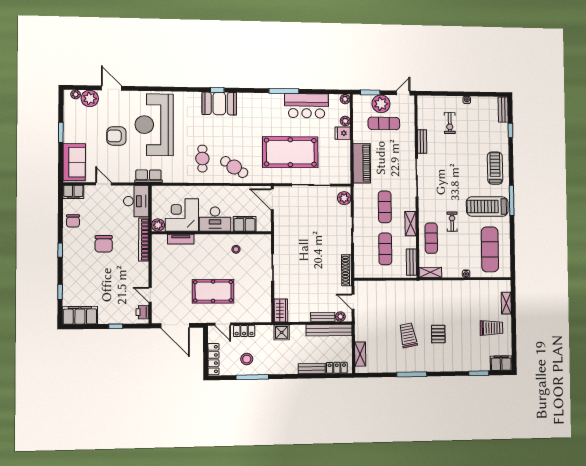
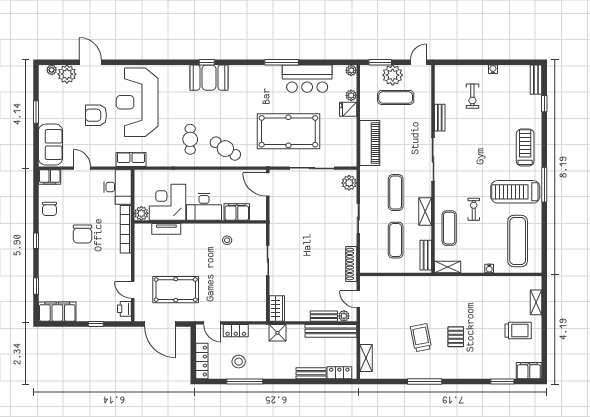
pool table: (213, 291) -> (176, 290), moved

